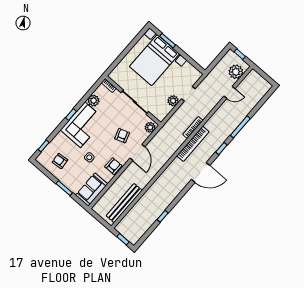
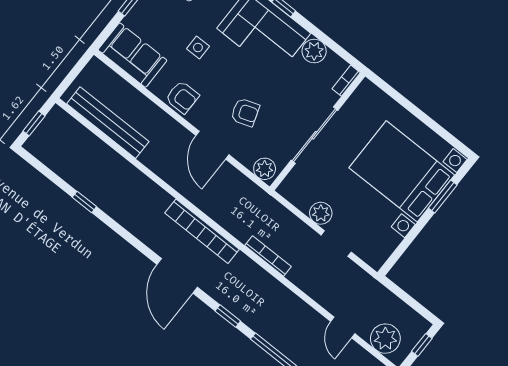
bookcase: (193, 144) -> (202, 231), moved
door: (137, 152) -> (212, 145), hinge flipped

